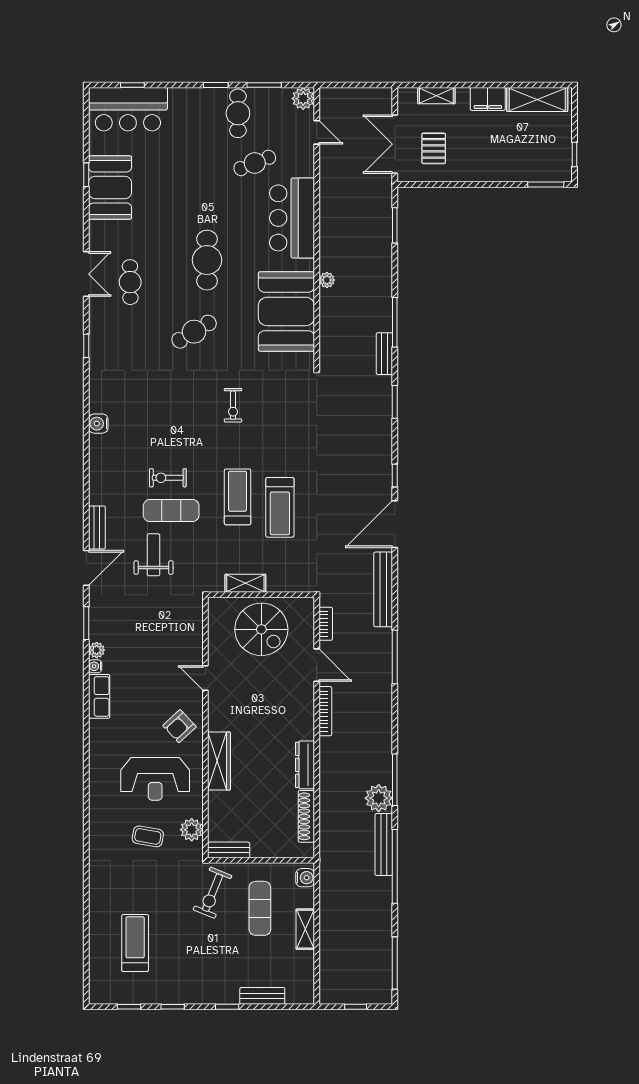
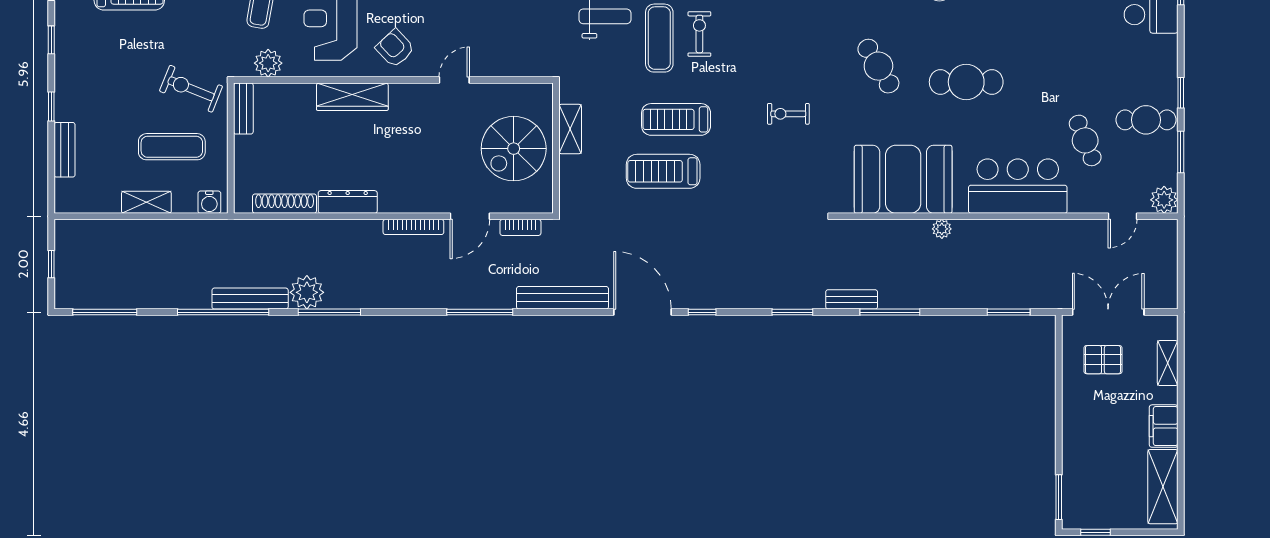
treadmill: (238, 497) -> (676, 119), turned 180

